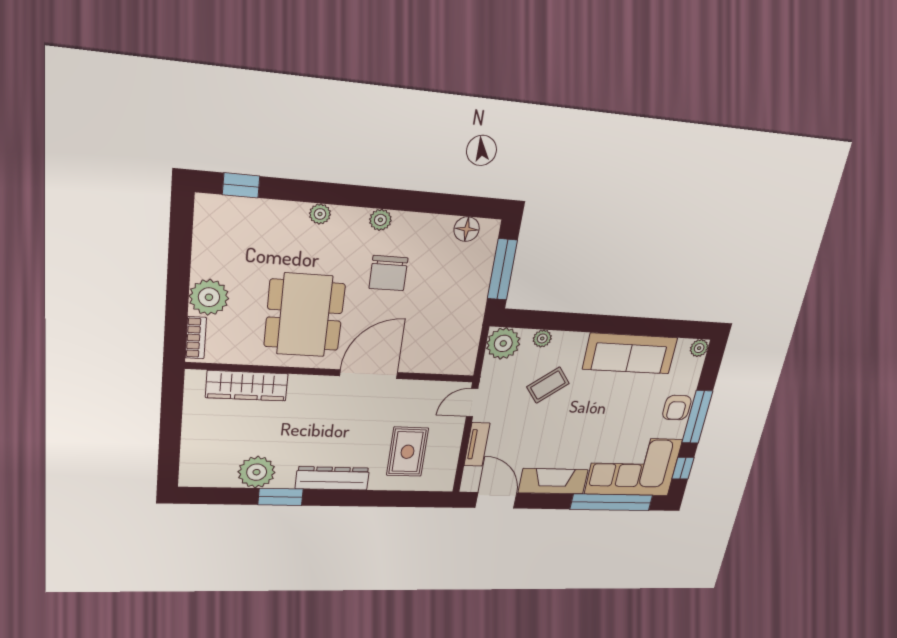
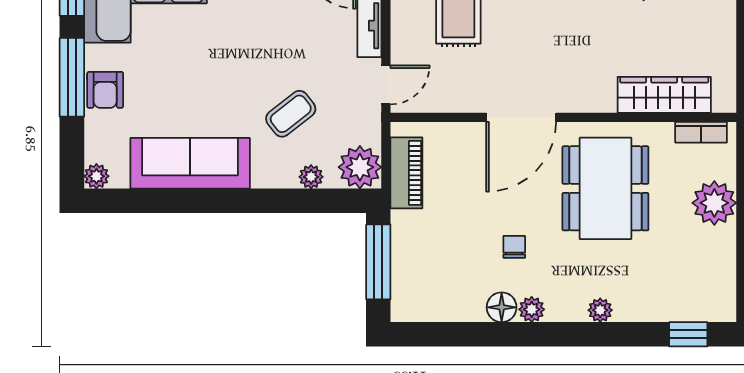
floor lamp: (467, 229) -> (502, 307), moved
chair: (388, 273) -> (514, 247), width x0.54, depth x0.54
piano: (468, 337) -> (406, 173), added
bookcase: (196, 338) -> (701, 132), moved, turned -90
armchair: (677, 408) -> (105, 90), turned 180

